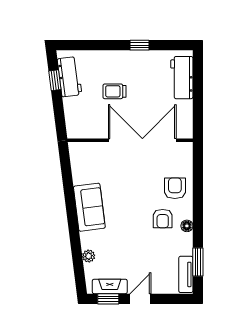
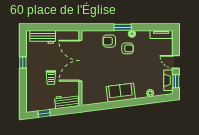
workbench: (70, 77) -> (67, 101), moved
window: (198, 262) -> (123, 27), moved

